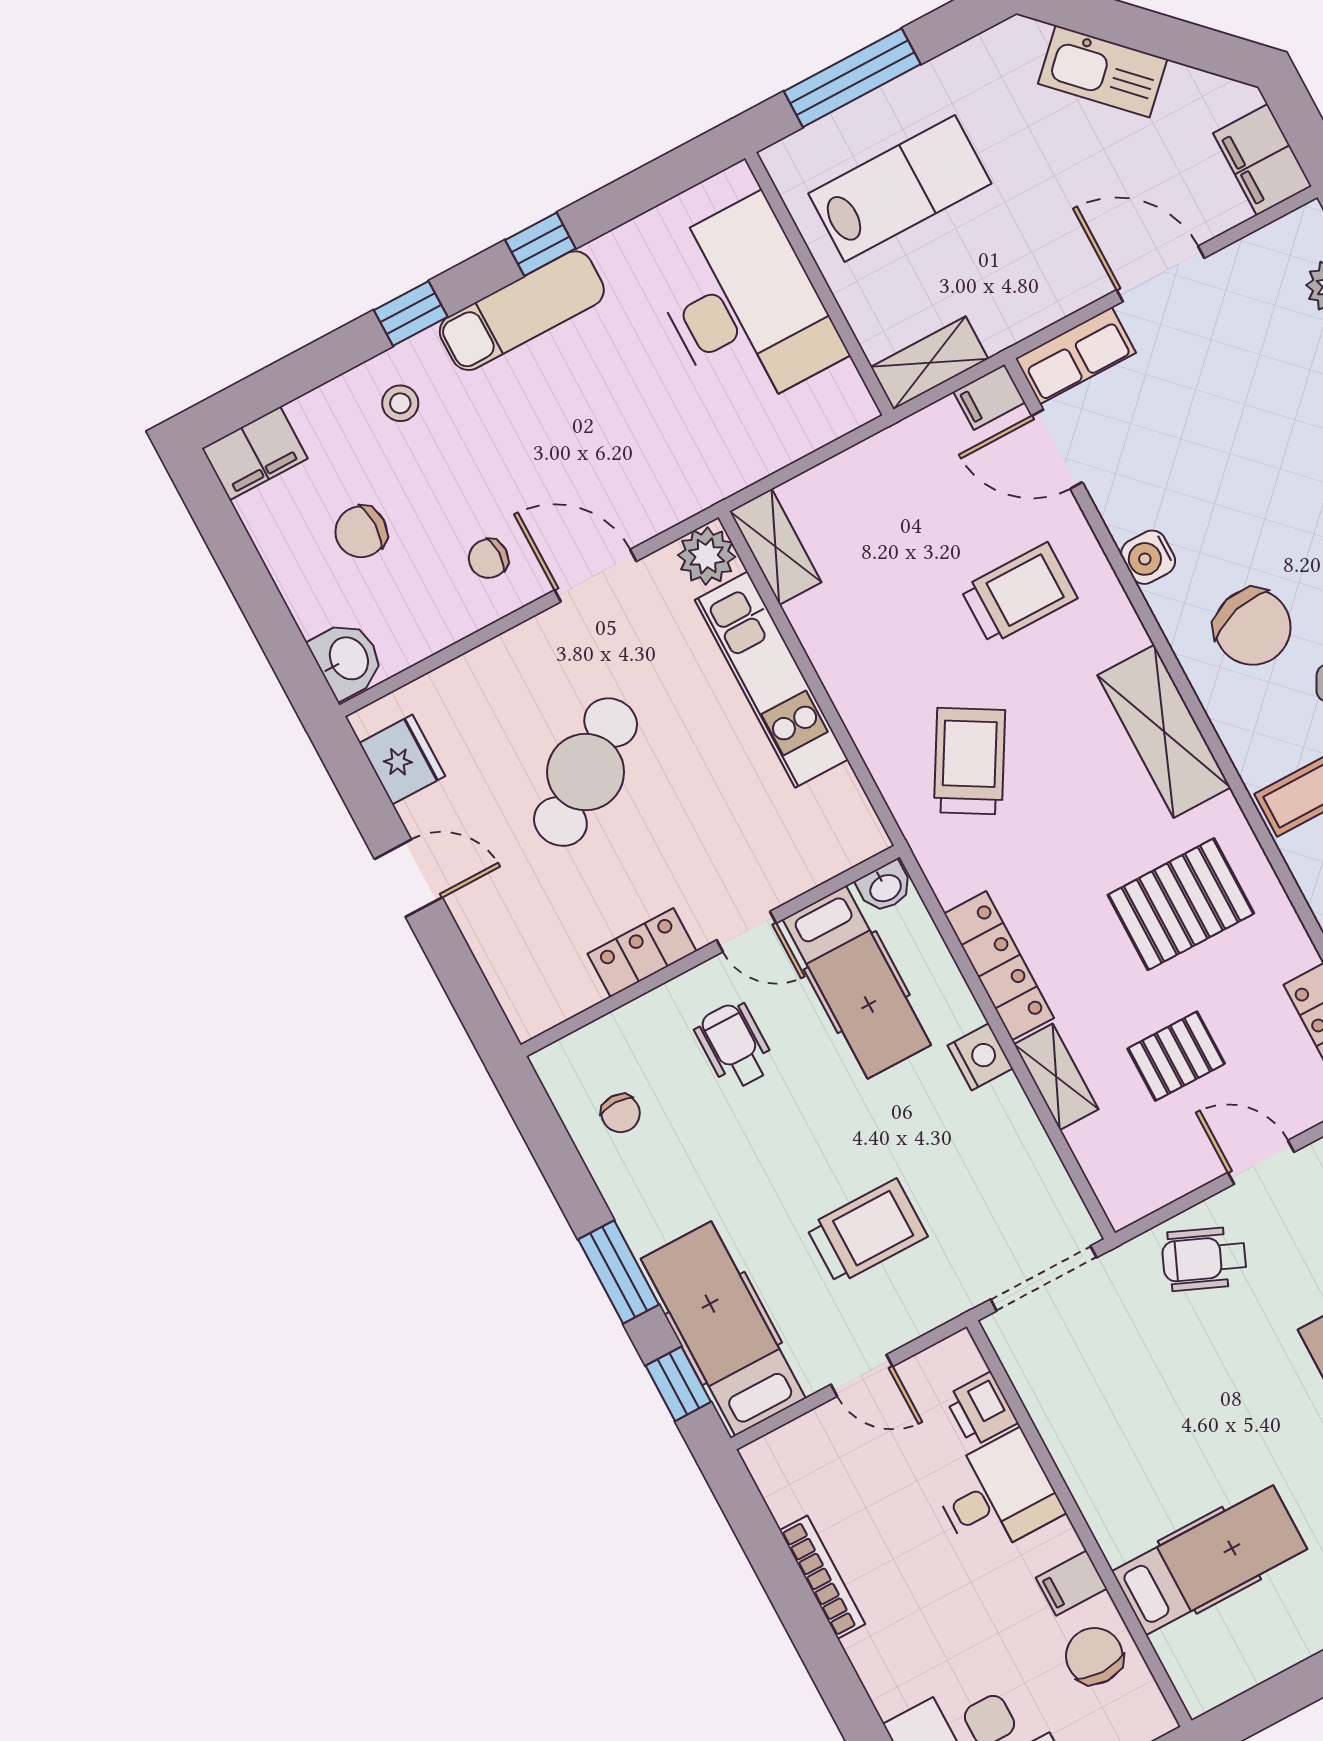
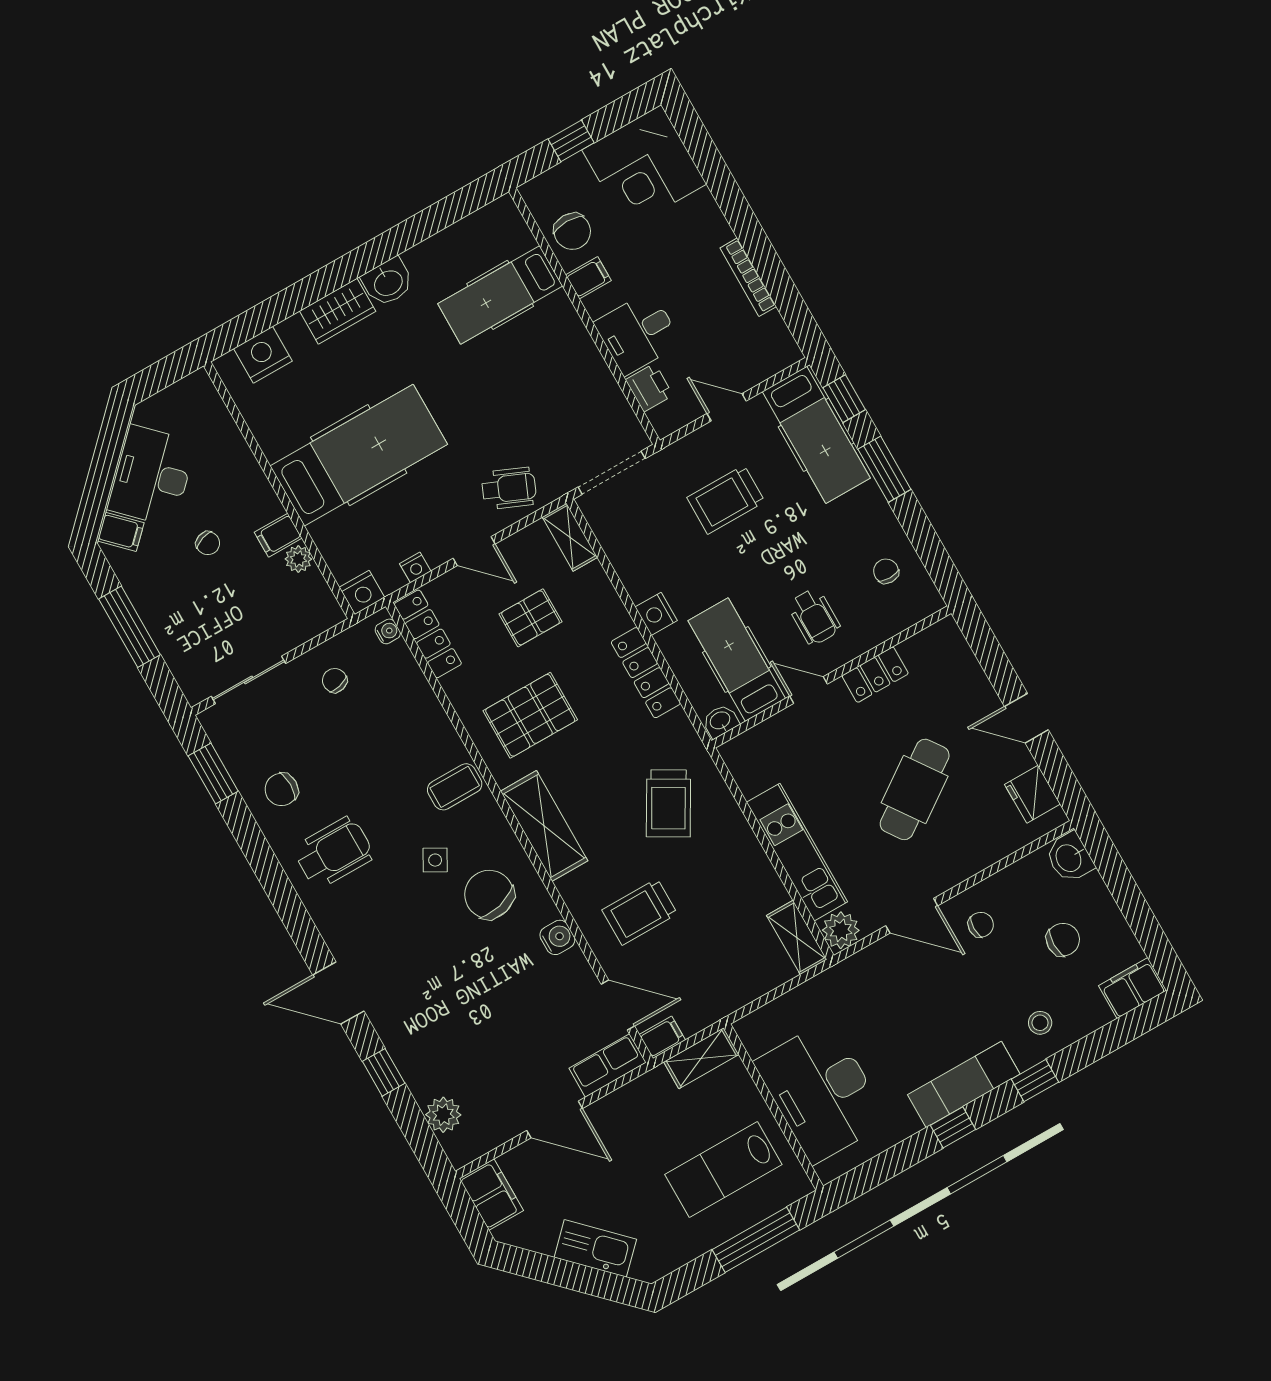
shelving: (1056, 1077) -> (570, 537), moved

